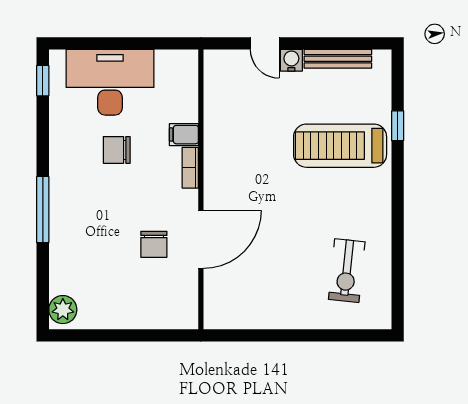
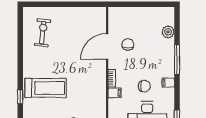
filing cabinet: (63, 158) -> (168, 83), added
plant: (63, 310) -> (168, 32), moved

